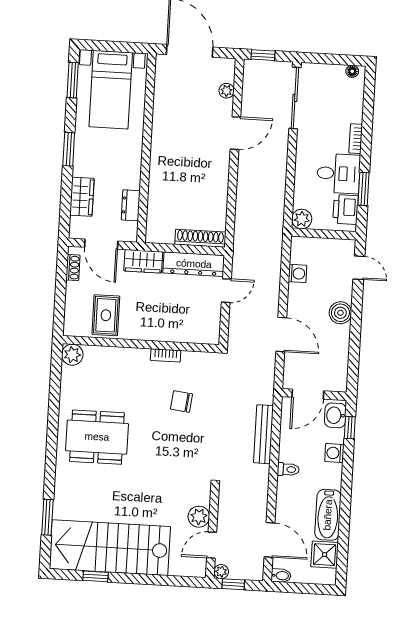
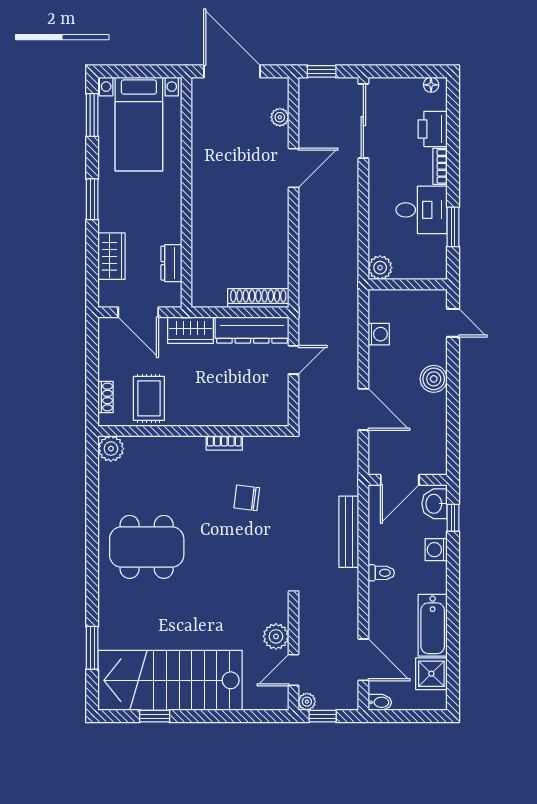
printer: (346, 210) -> (433, 129), moved
shoe rack: (73, 268) -> (106, 397), moved

